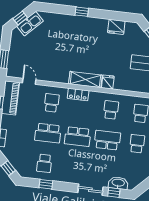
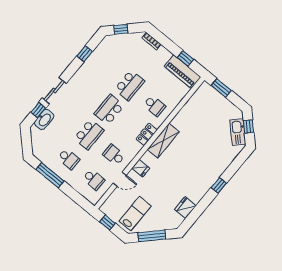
shelving: (85, 80) -> (163, 141), moved
door: (29, 81) -> (120, 179), moved
school desk: (111, 110) -> (114, 155), turned 180
school desk: (48, 133) -> (129, 85), turned 180
school desk: (44, 163) -> (104, 65), removed

